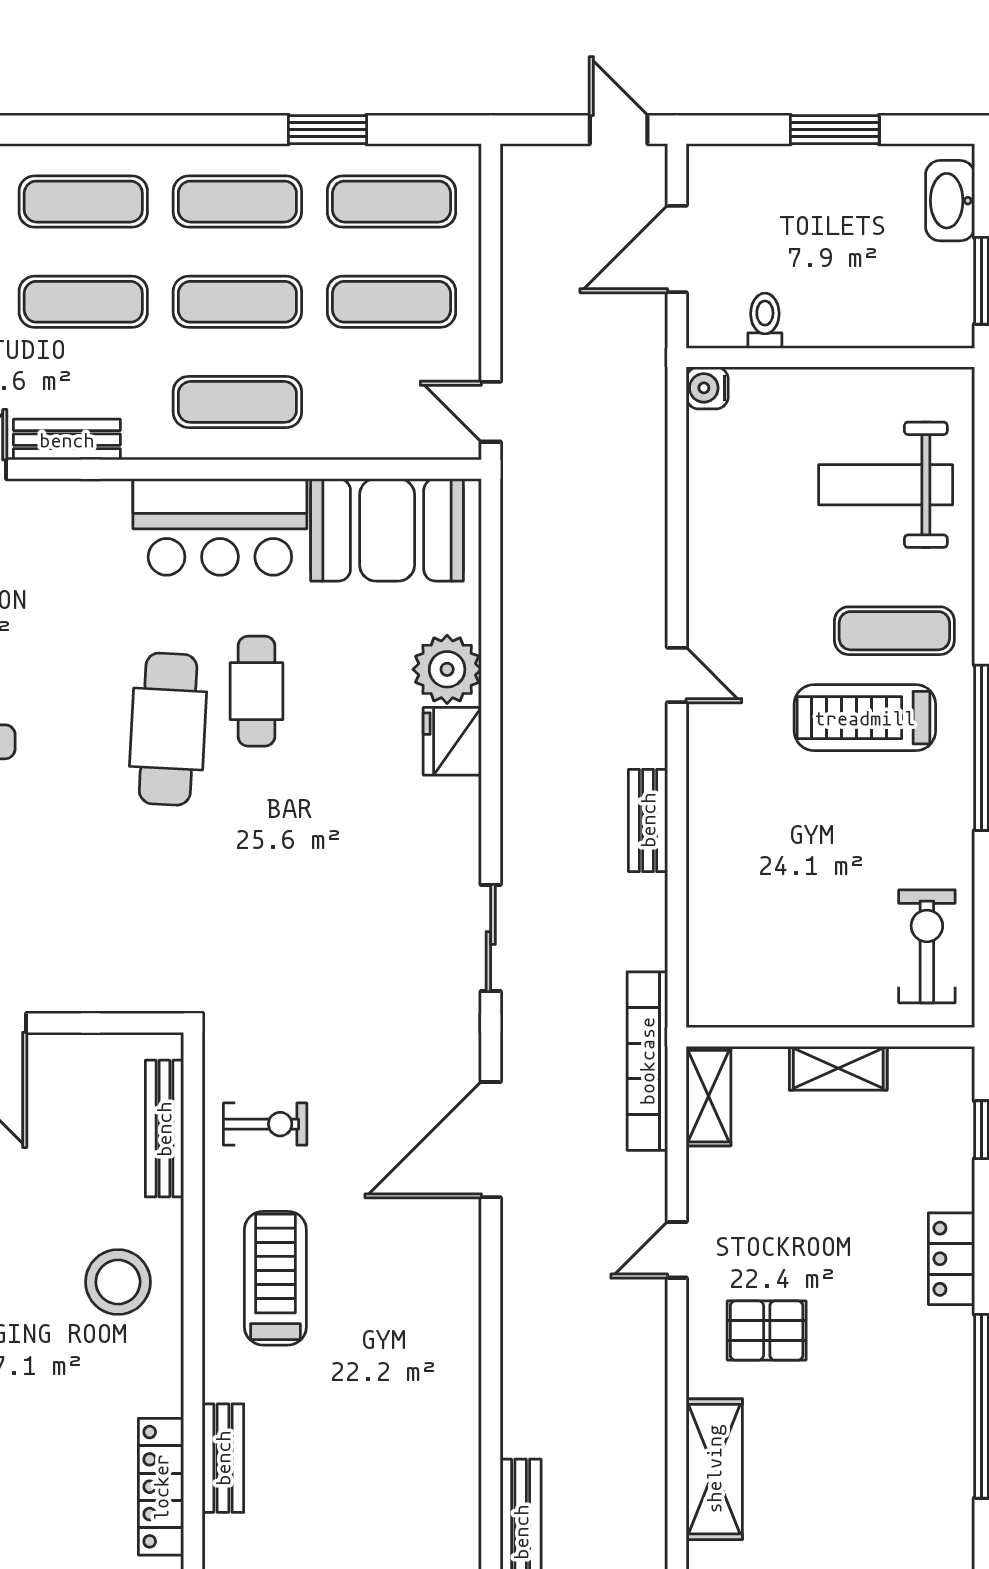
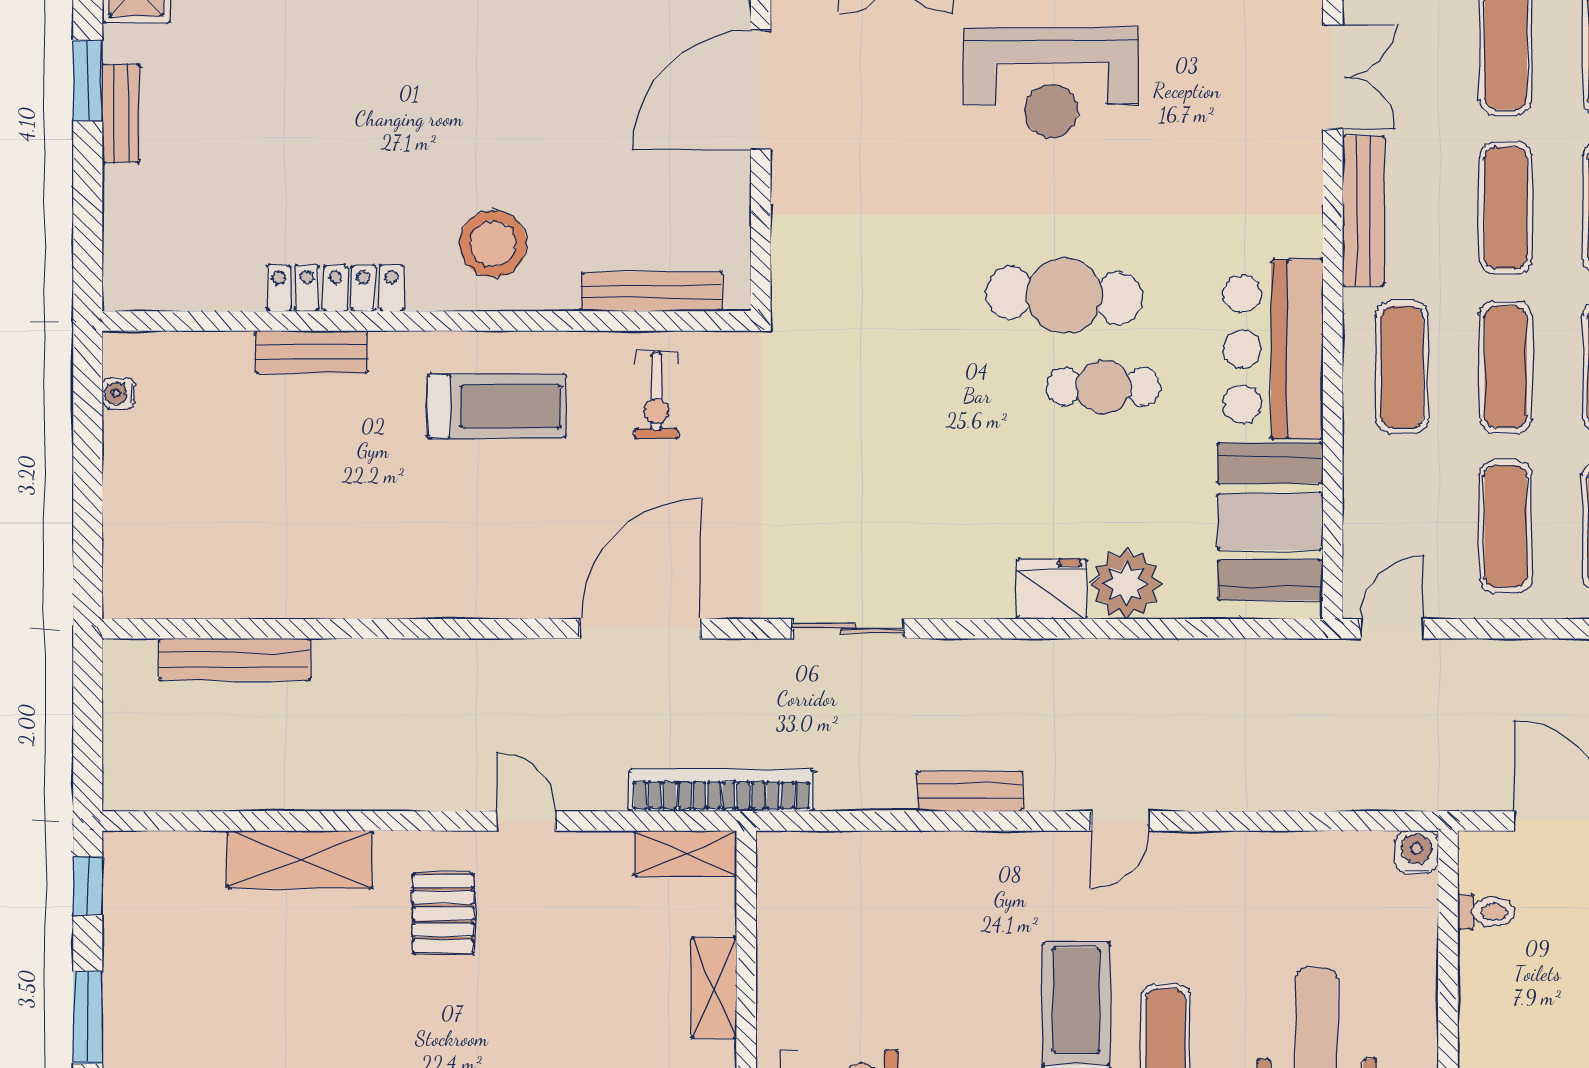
bench: (67, 440) -> (1363, 211), width x1.36
door: (491, 1140) -> (640, 629), hinge flipped
locker: (161, 1487) -> (335, 288), moved

